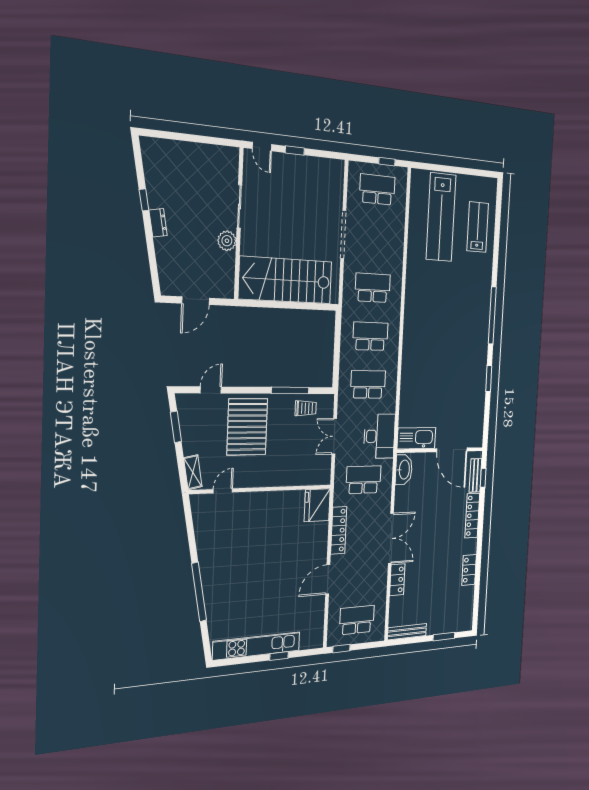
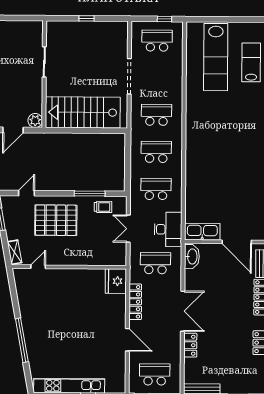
door: (262, 147) -> (60, 18), removed
plant: (227, 241) -> (35, 121), moved
pallet: (247, 427) -> (56, 220), turned 90
door: (328, 579) -> (127, 340), swing flipped

